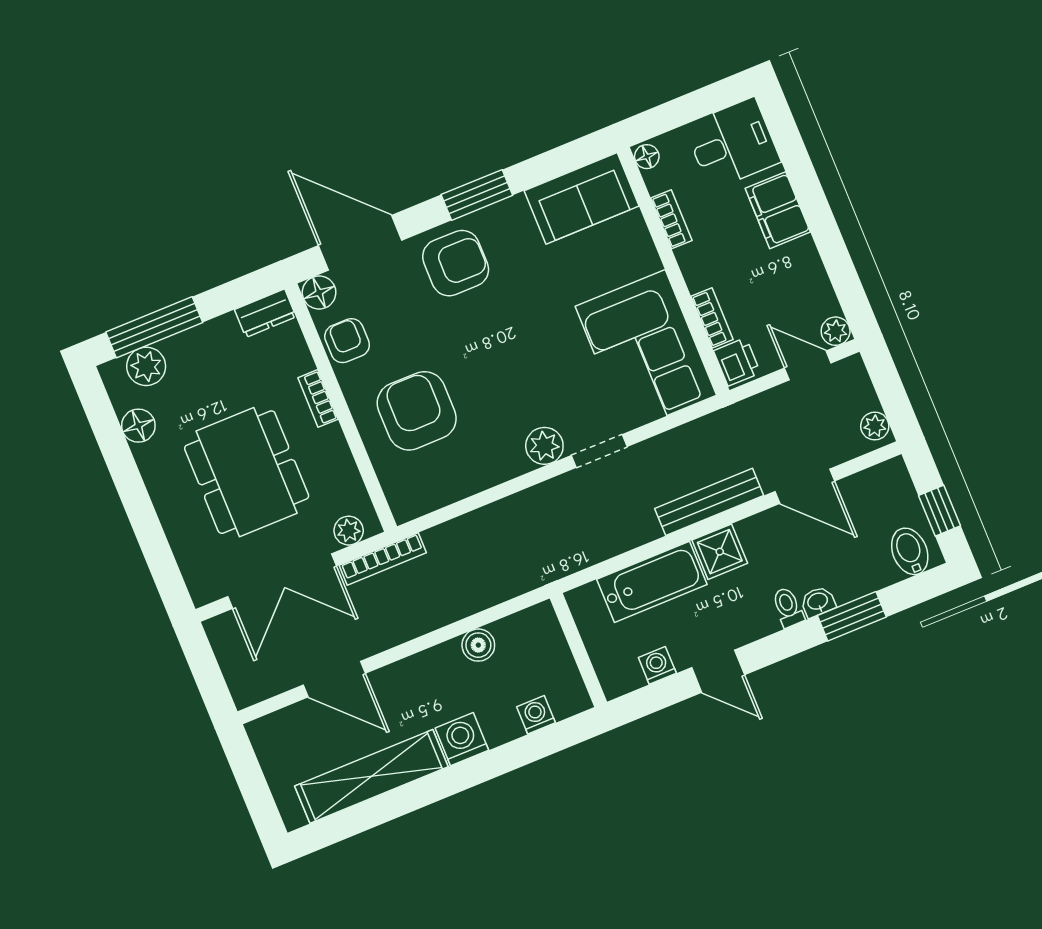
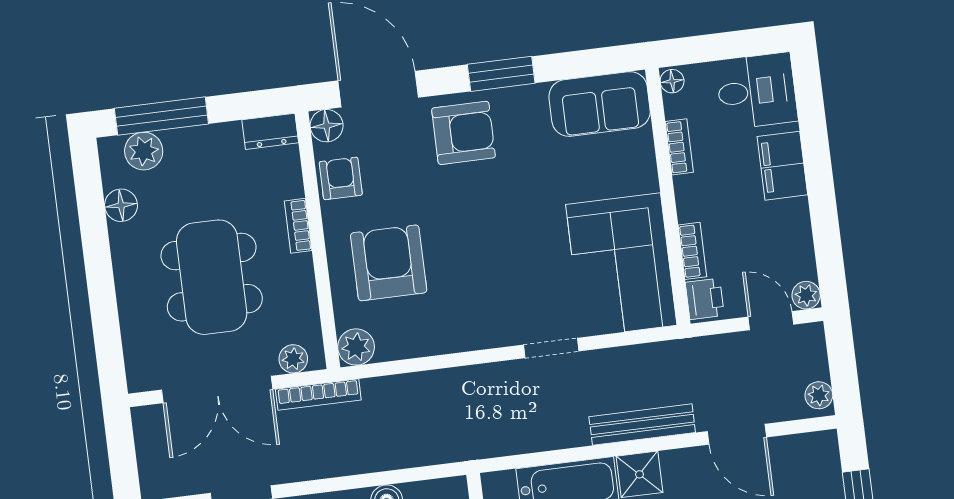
plant: (544, 446) -> (356, 347), moved

